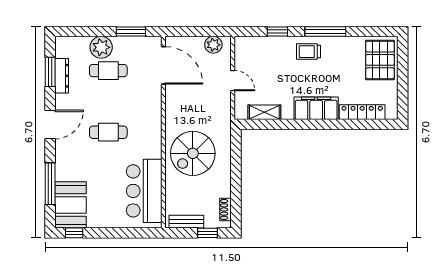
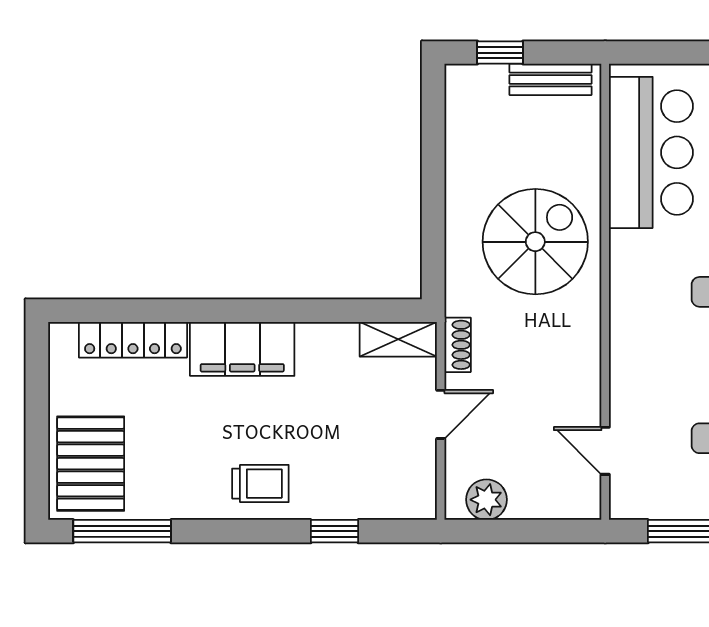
window: (325, 31) -> (122, 531), moved
door: (163, 65) -> (605, 451), width x0.53
door: (233, 81) -> (441, 414), swing flipped
shelving: (264, 112) -> (398, 339), moved
shoe rack: (225, 209) -> (458, 345), moved

